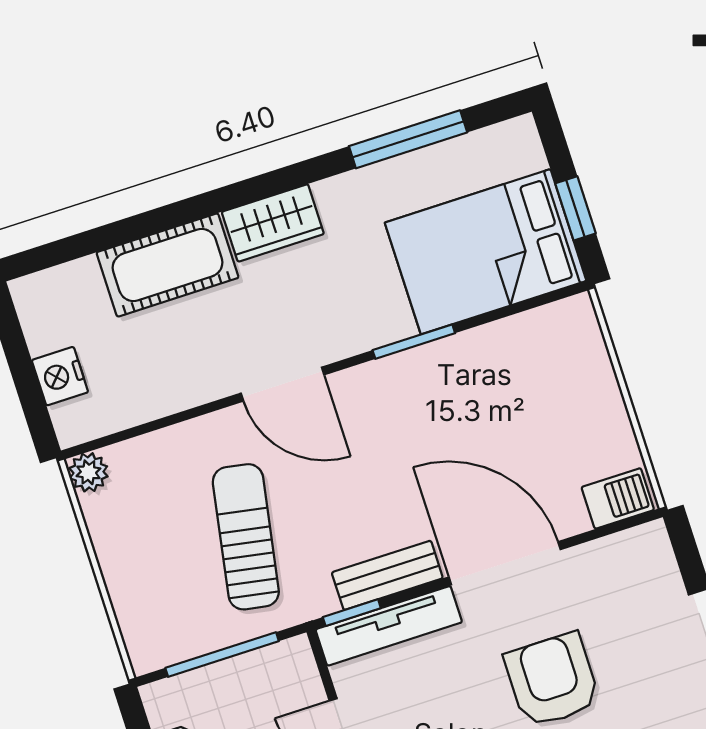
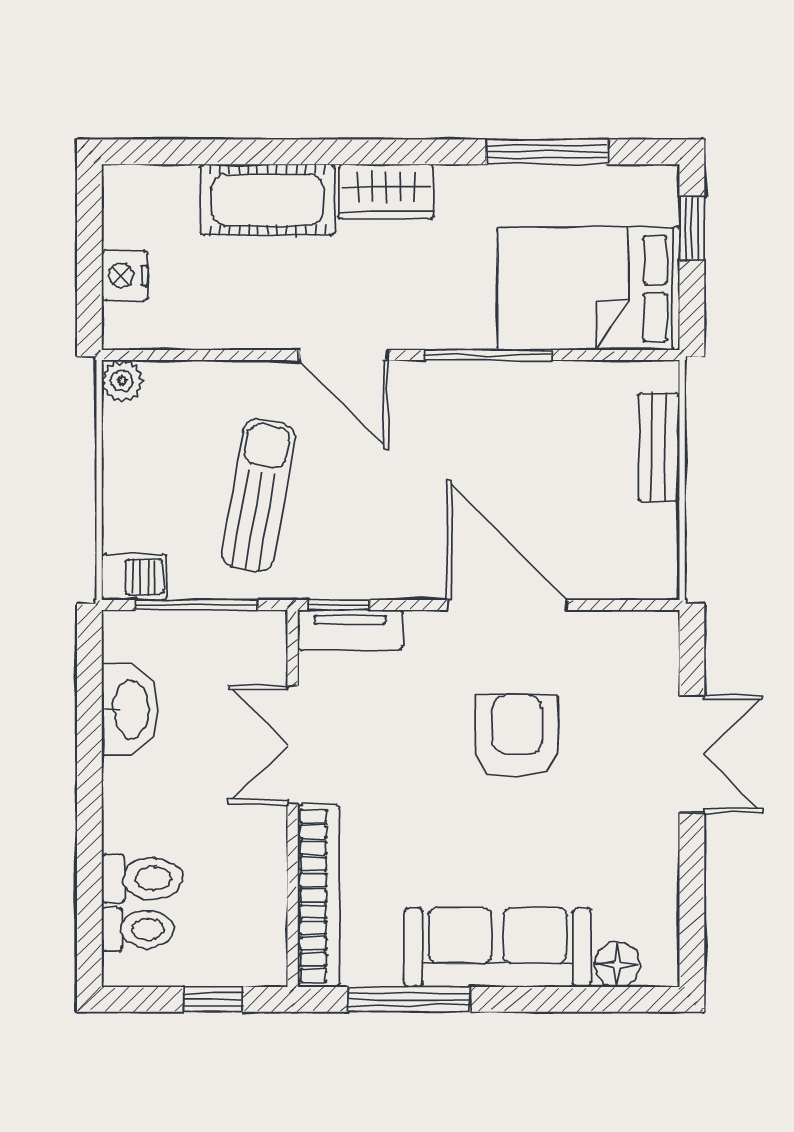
window: (575, 208) -> (692, 229), moved
window: (414, 342) -> (488, 355), width x1.44
barbecue: (618, 499) -> (134, 577), moved
bench: (387, 575) -> (659, 447), moved, turned 90
tv unit: (389, 626) -> (350, 630), width x0.71

